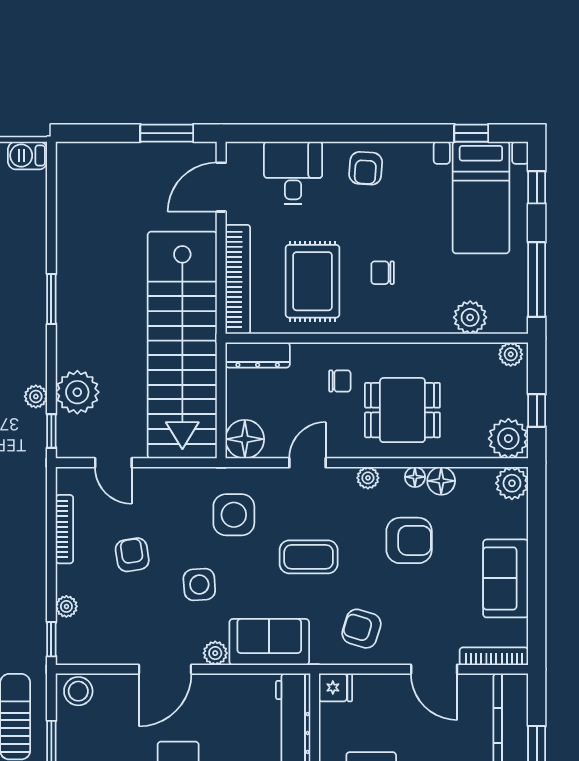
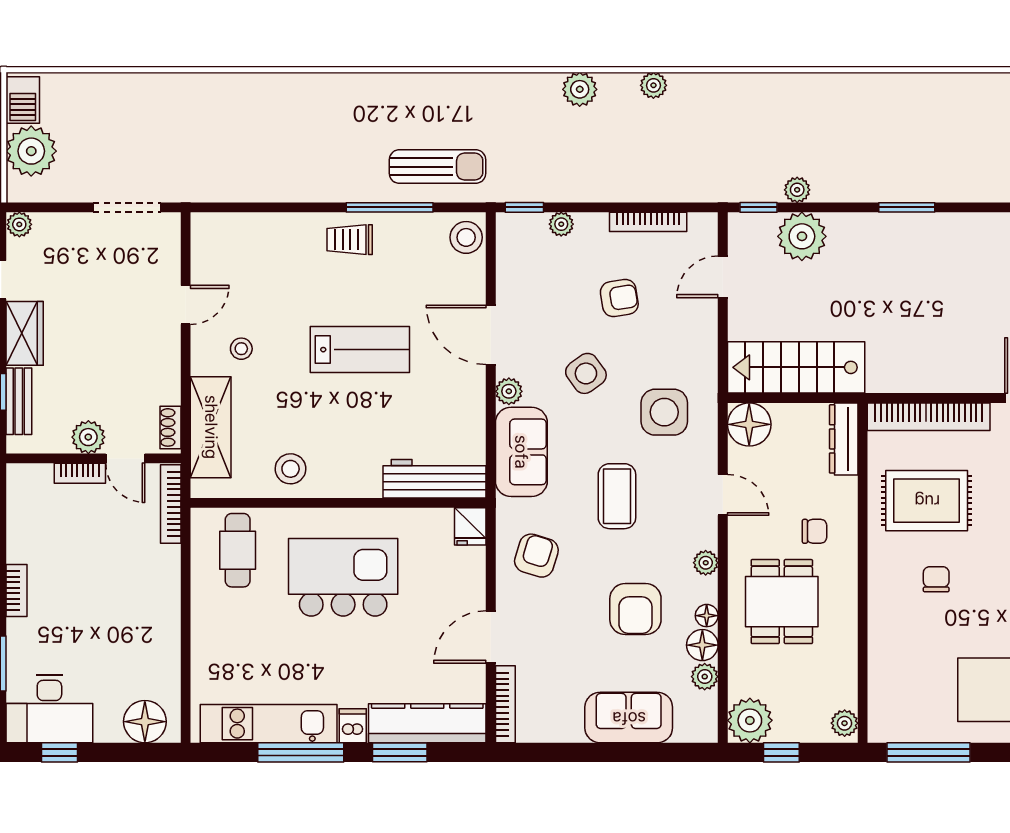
plant: (470, 317) -> (886, 678), removed
stairs: (182, 345) -> (796, 367), width x0.54, depth x0.66
chair: (340, 381) -> (815, 531), turned -90
plant: (512, 483) -> (705, 677), moved, width x0.73, depth x0.73
sofa: (506, 578) -> (629, 718), moved
side table: (199, 584) -> (586, 373), turned -32

